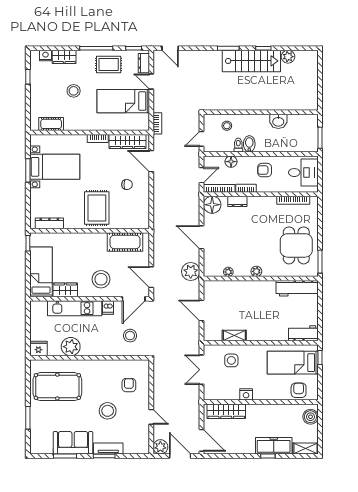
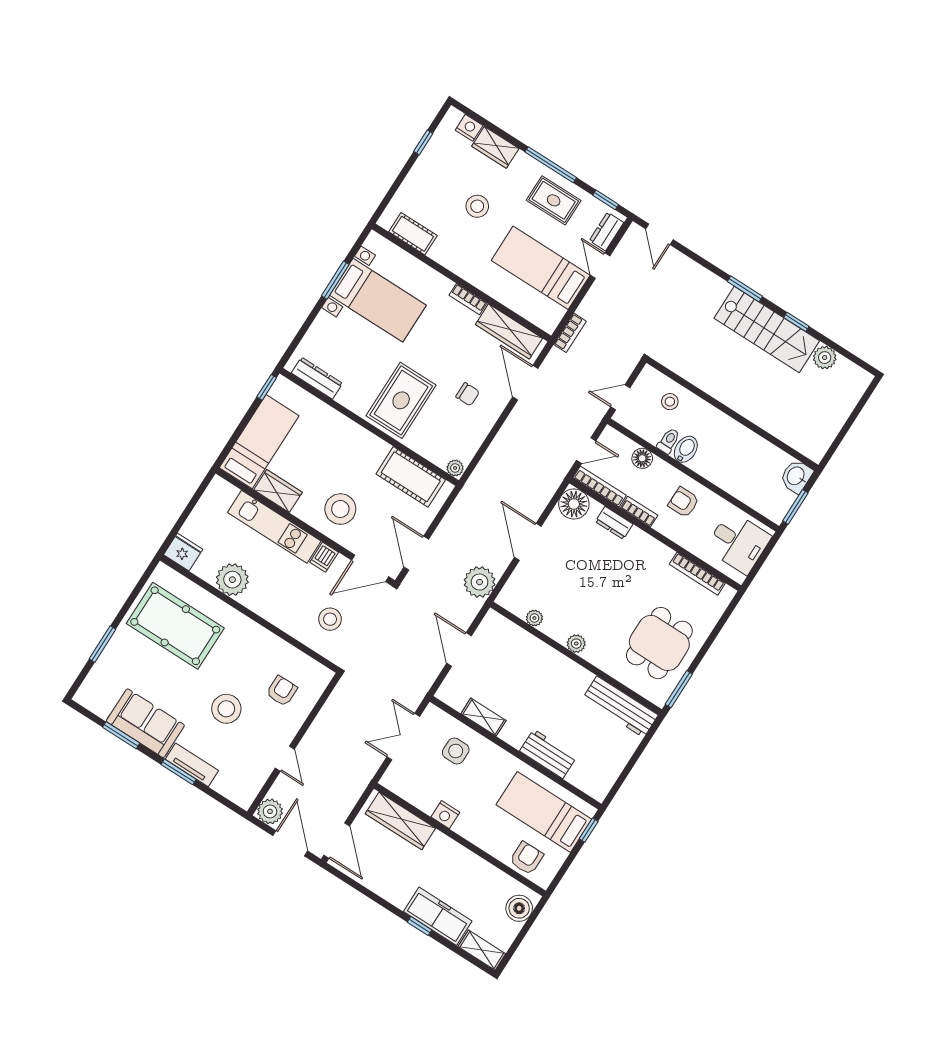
washbasin: (278, 121) -> (796, 476), moved, turned 90
plant: (144, 224) -> (455, 468), added
workbench: (303, 333) -> (548, 754), moved

